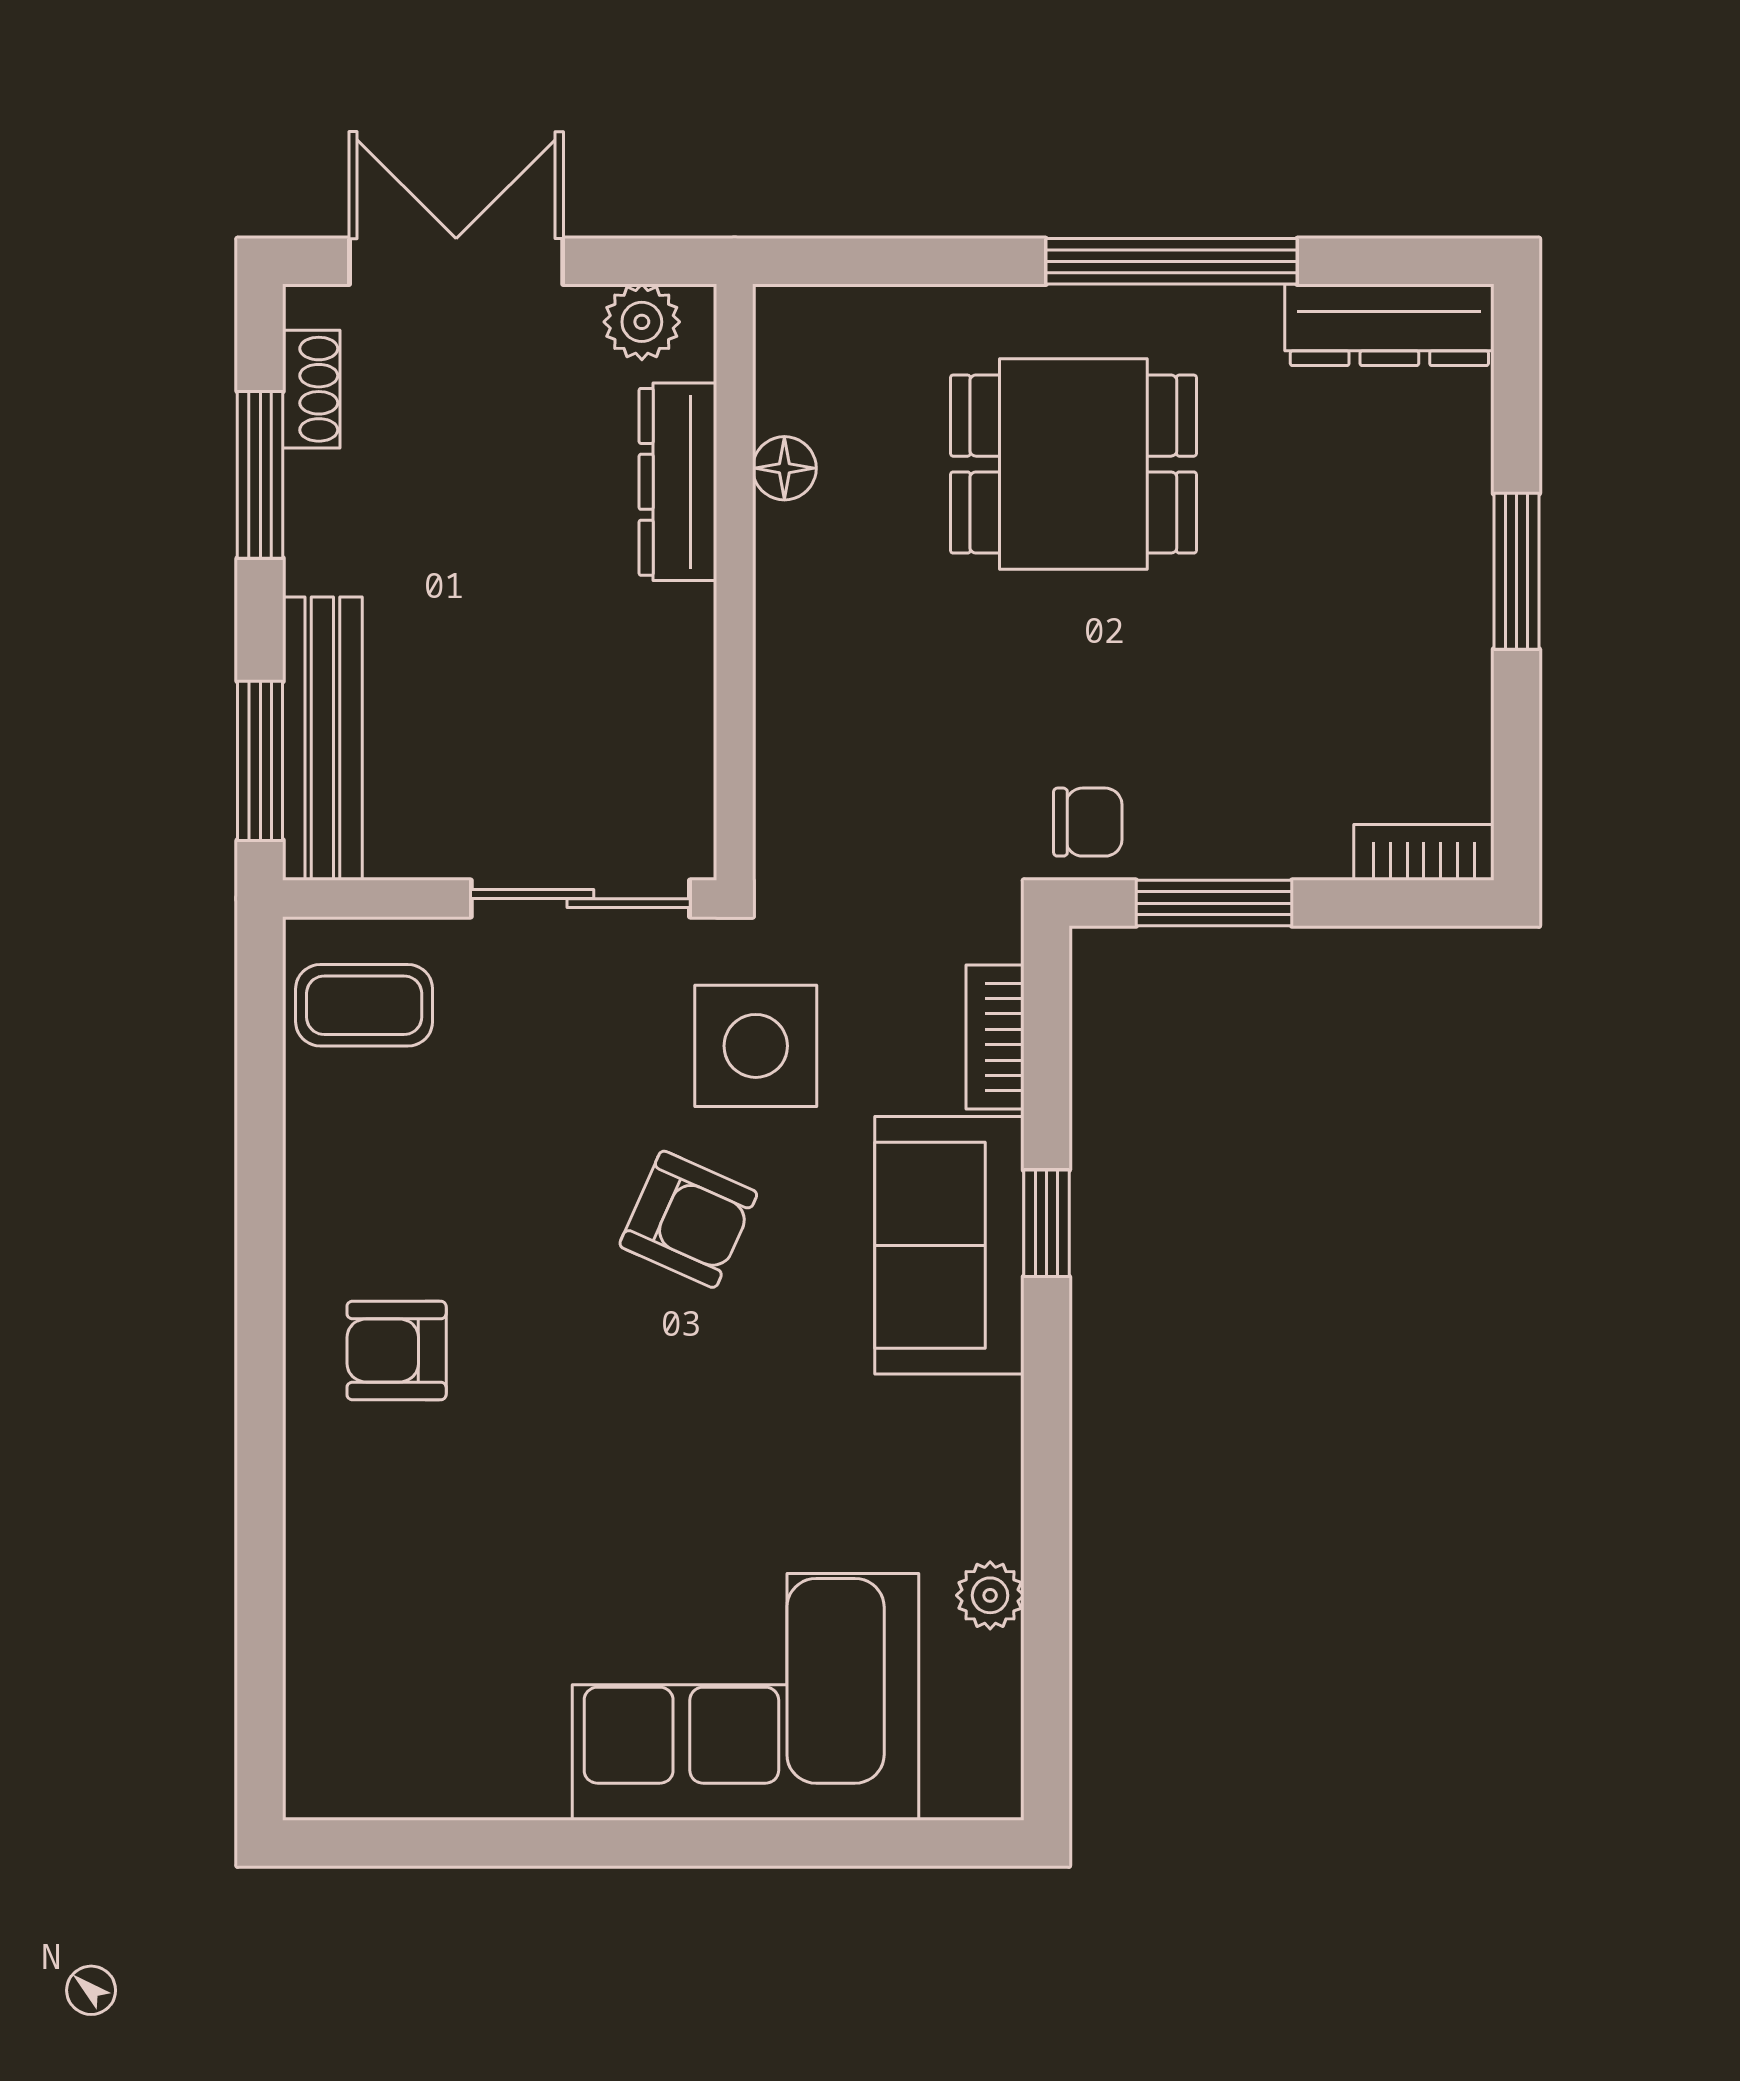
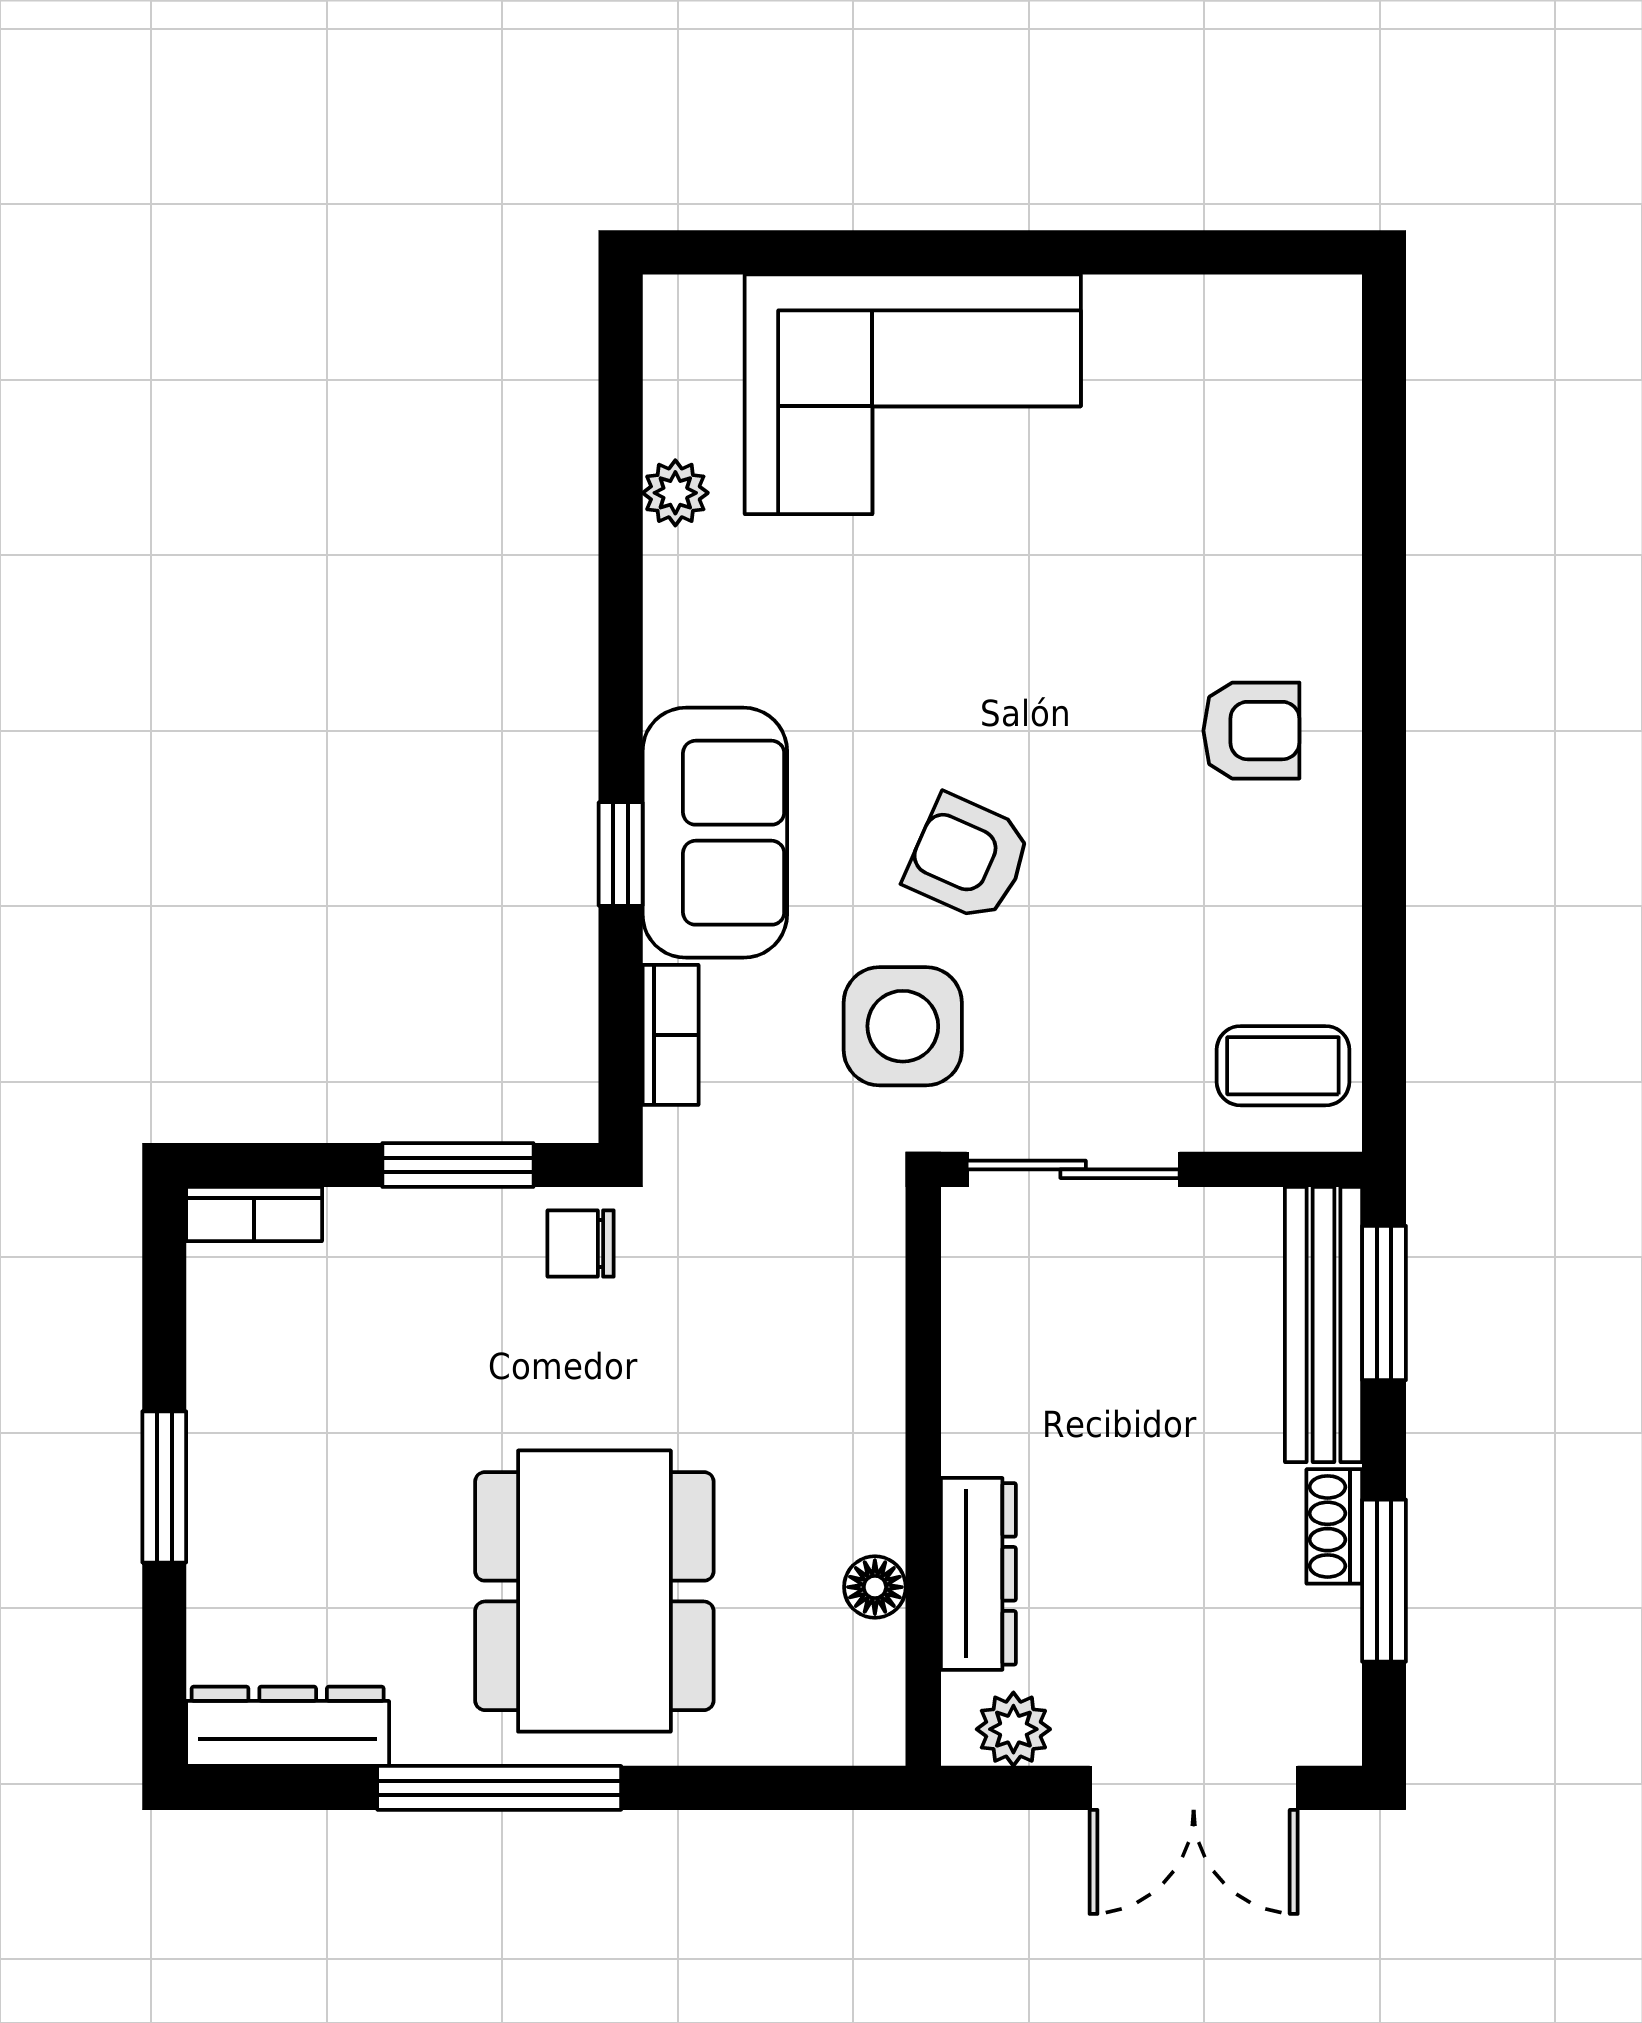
shoe rack: (311, 389) -> (1334, 1526), moved
dining table: (1073, 464) -> (594, 1591), width x1.38

